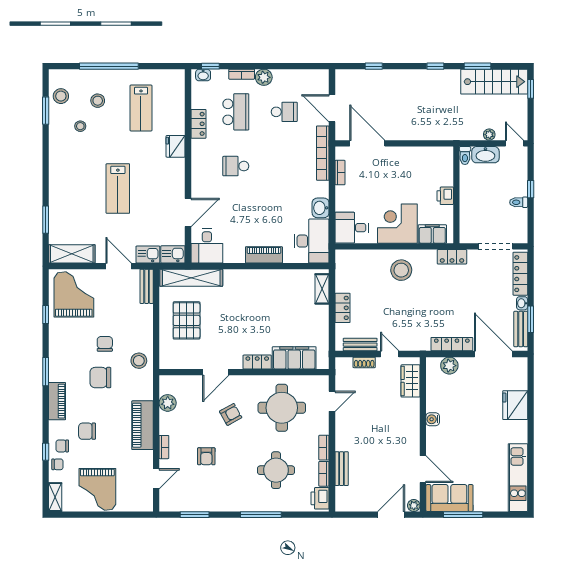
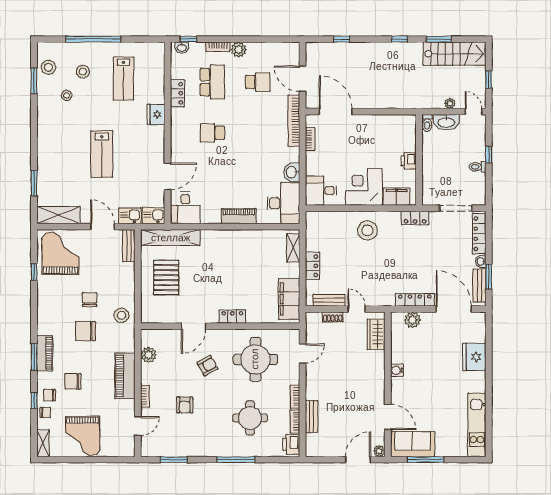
window: (531, 89) -> (489, 79), moved
filing cabinet: (294, 358) -> (289, 299), moved, turned -90
window: (46, 372) -> (34, 357), moved

